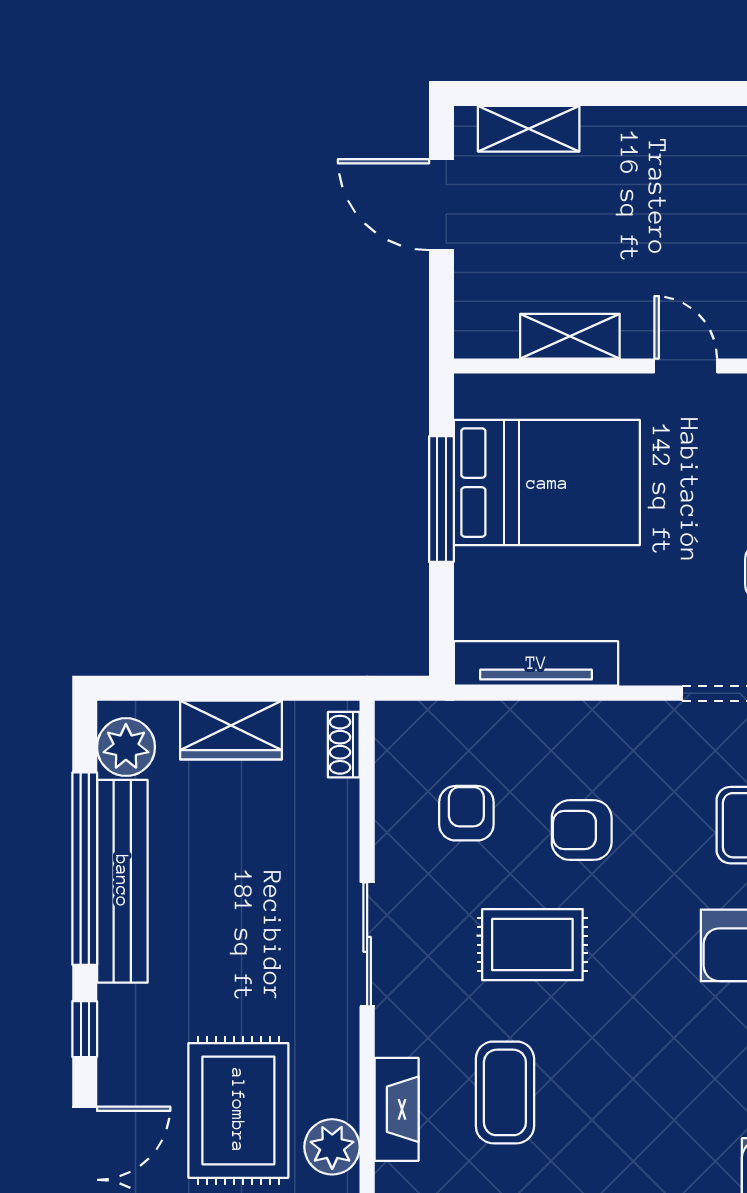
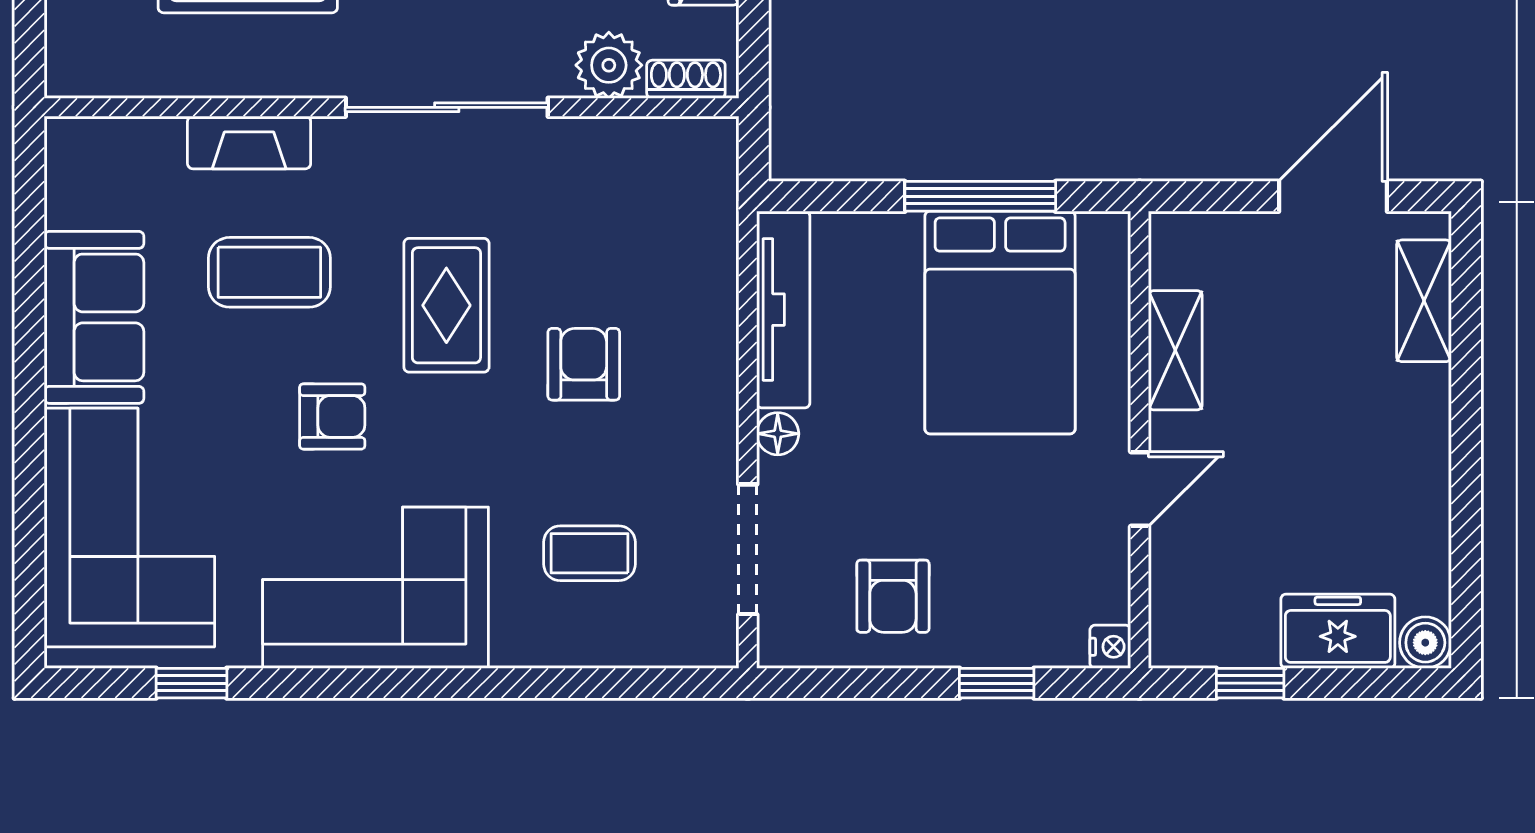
floor lamp: (640, 668) -> (778, 434), added
armchair: (466, 813) -> (332, 416), moved
sliding door: (367, 944) -> (447, 107), width x1.37
plant: (332, 1147) -> (609, 65), moved

